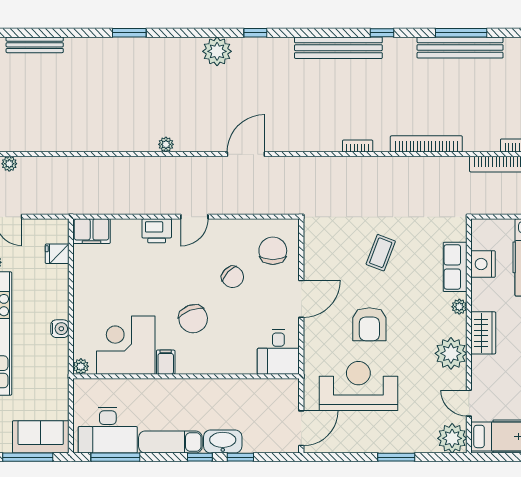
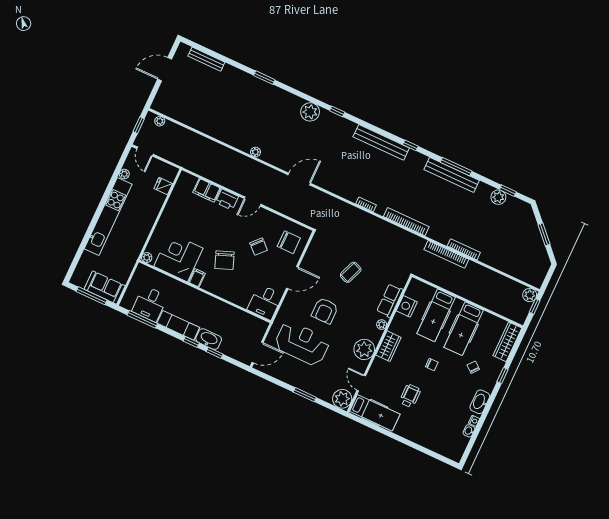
filing cabinet: (92, 231) -> (207, 190), moved
chair: (273, 251) -> (289, 242), turned 90
water cooler: (60, 329) -> (145, 230), removed
desk: (108, 430) -> (150, 304), width x0.73

